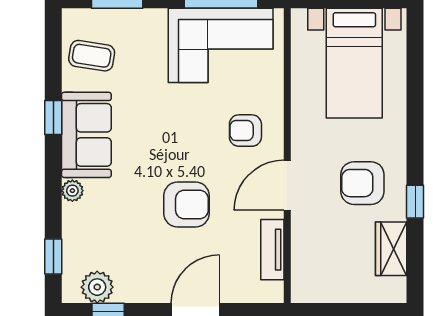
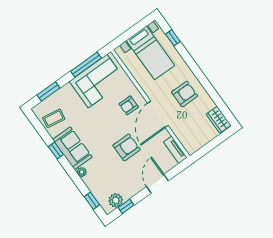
armchair: (362, 183) -> (184, 94), turned 180
door: (287, 185) -> (158, 114), width x1.36
window: (415, 202) -> (173, 38), moved
wardrobe: (391, 249) -> (219, 120), moved
tv unit: (272, 250) -> (175, 150), moved

